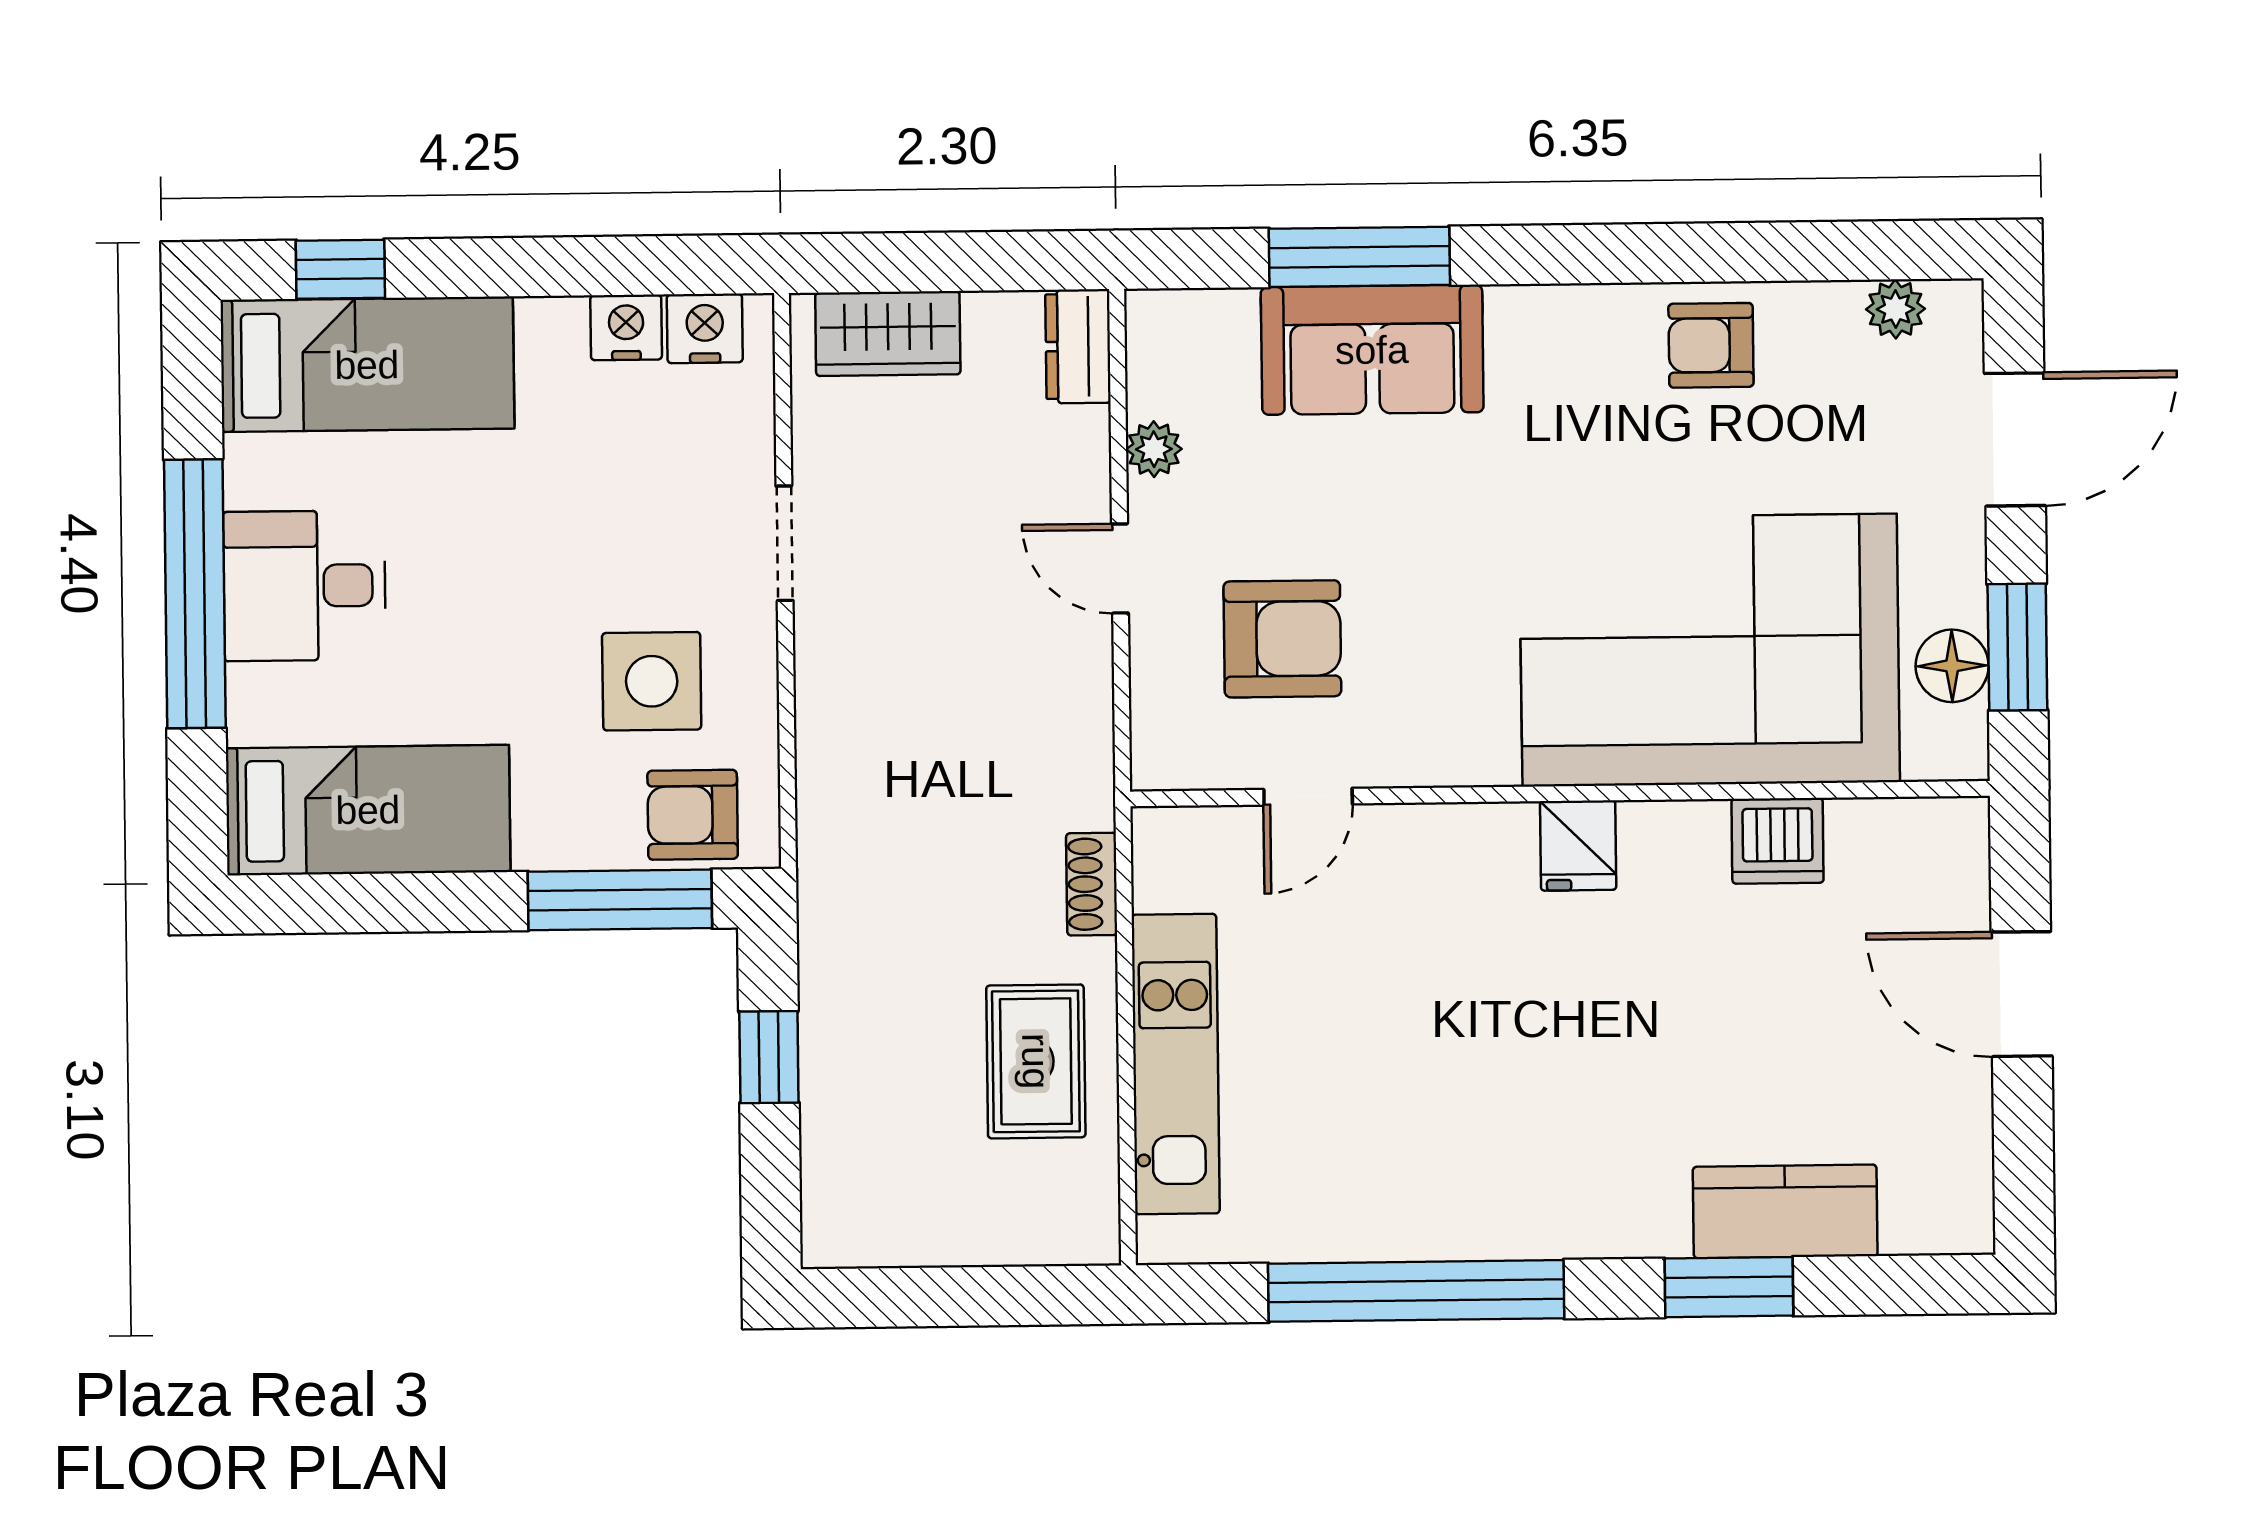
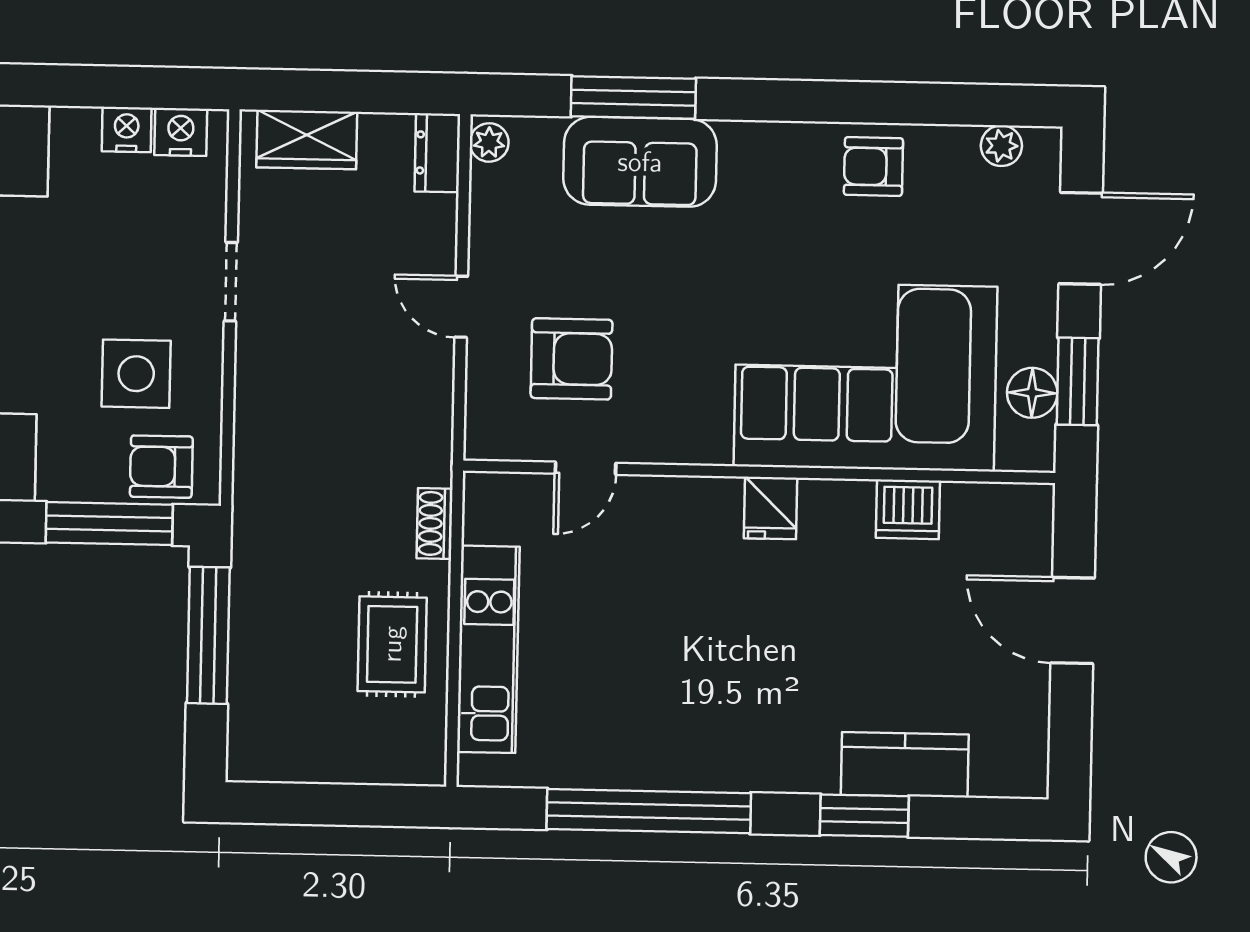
plant: (1154, 449) -> (489, 142), moved
window: (769, 1057) -> (208, 635), width x2.17

